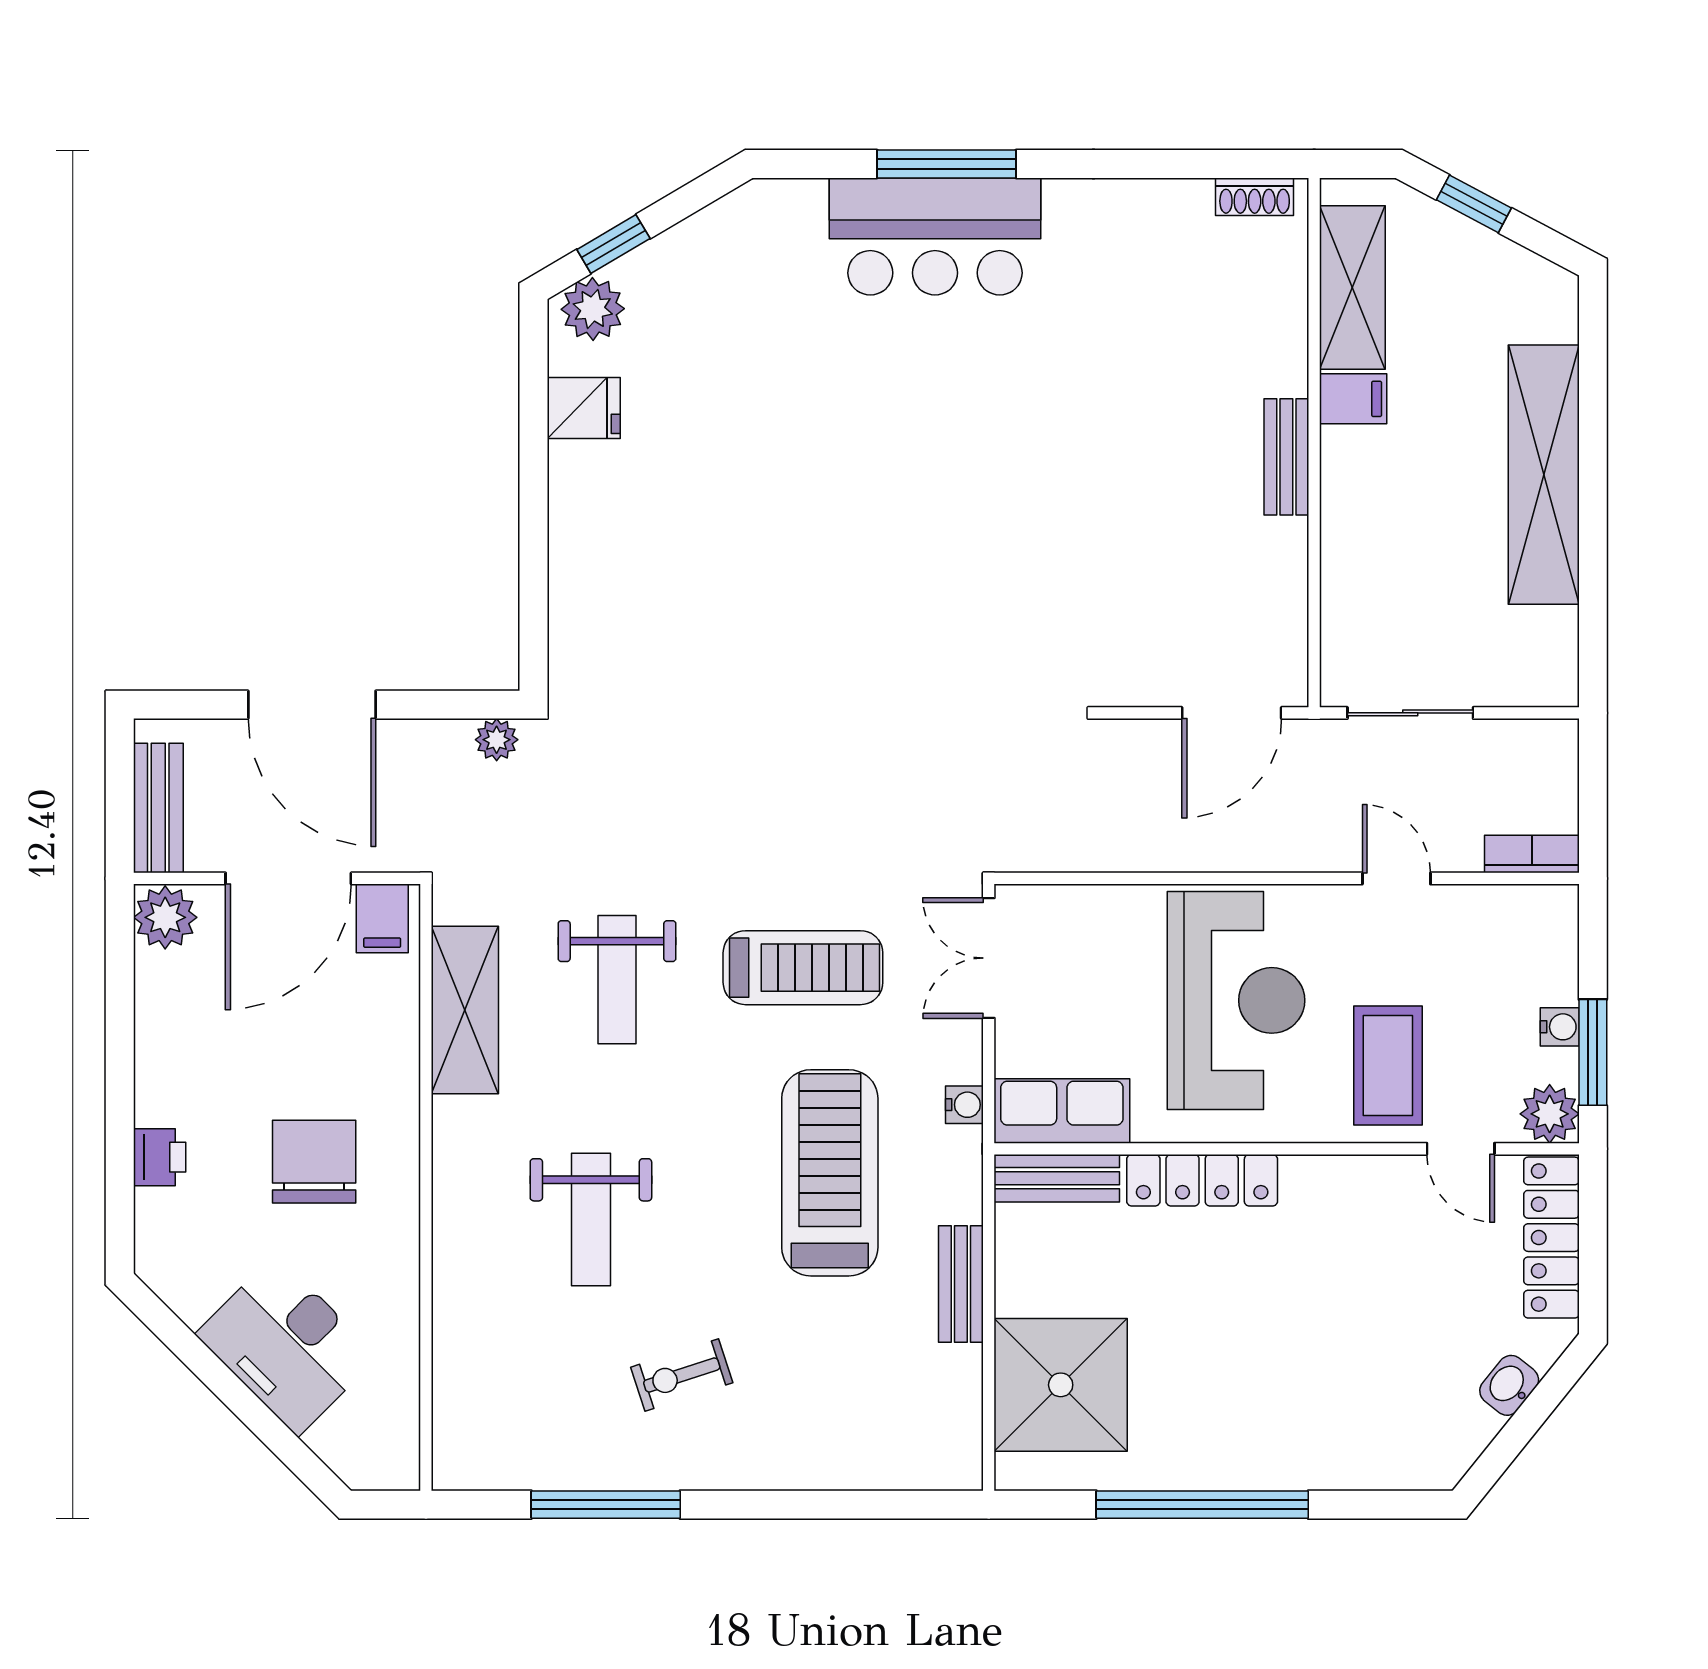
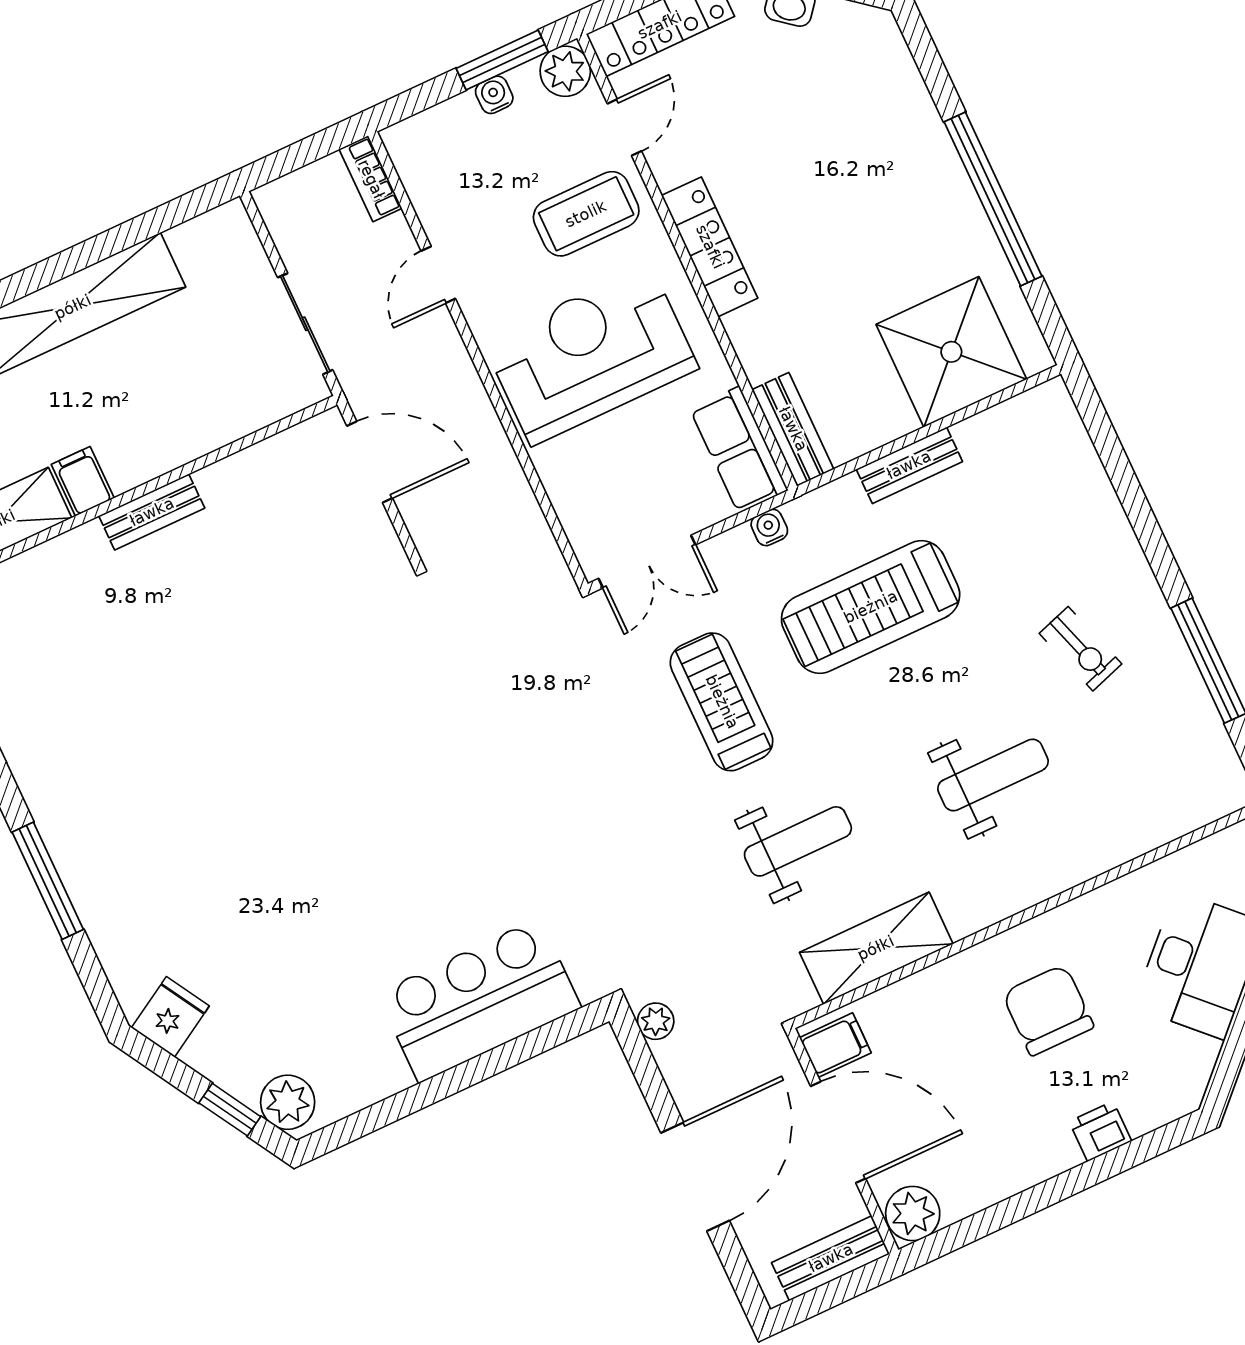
bar counter: (935, 236) -> (479, 1000), moved, turned -90
fridge: (584, 408) -> (170, 1017), moved, turned 59
chair: (314, 1162) -> (1048, 1010), turned 90
locker: (1202, 1180) -> (710, 247), moved

